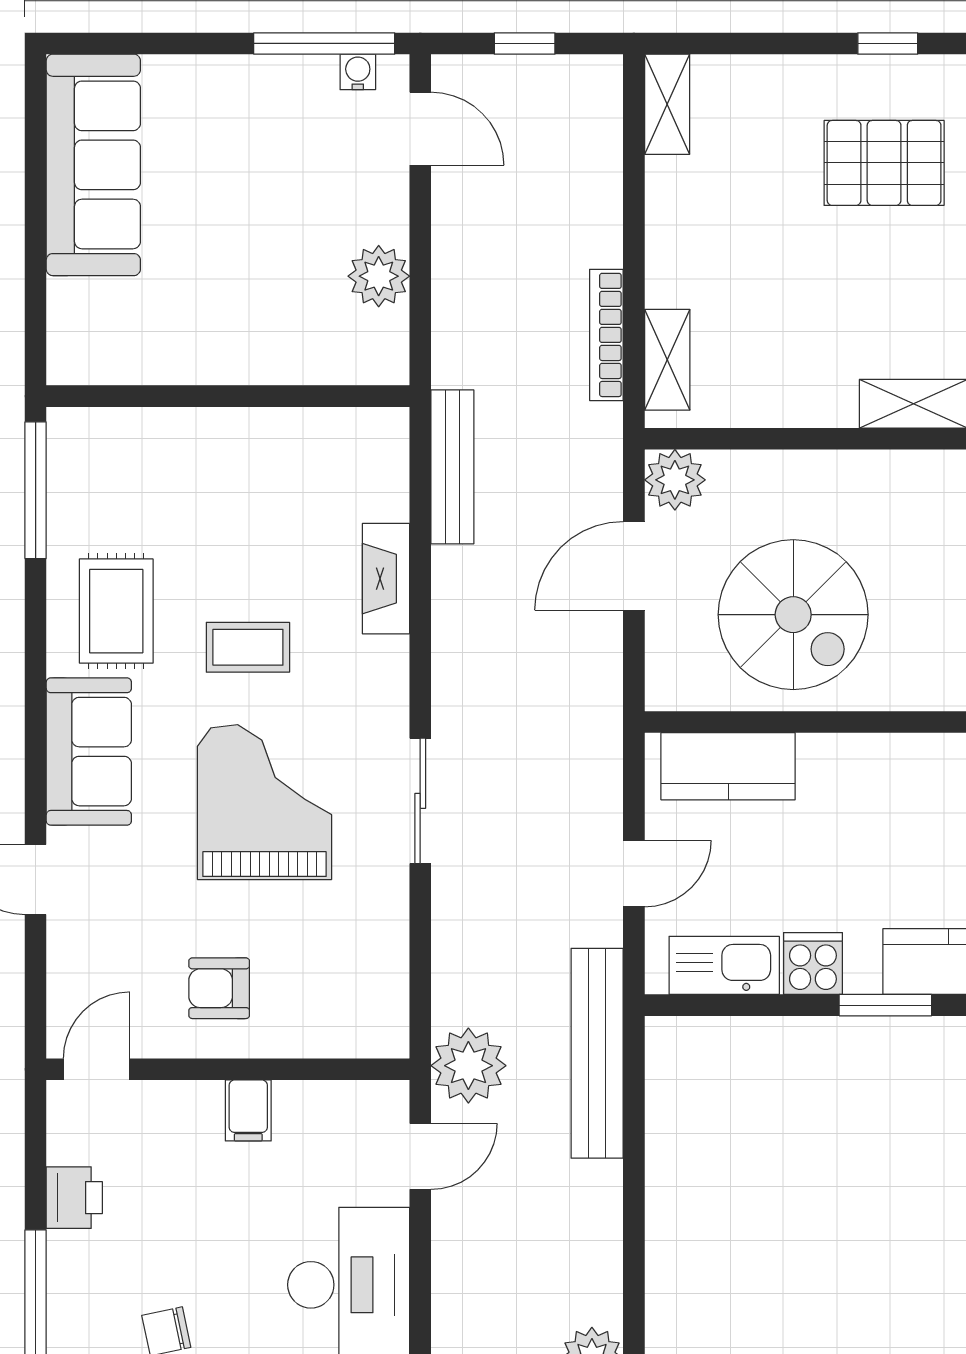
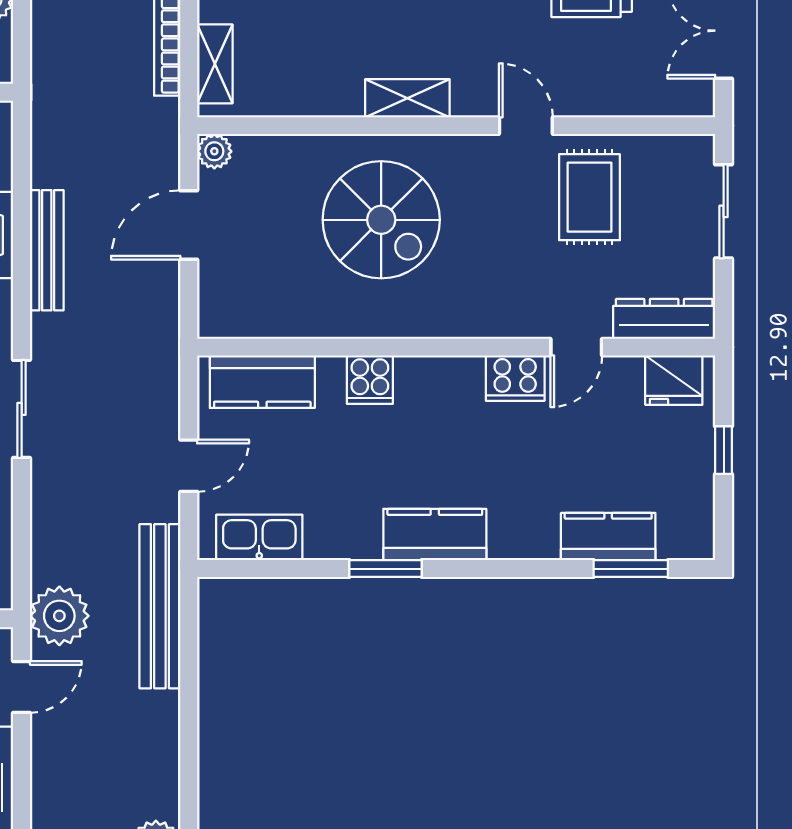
bench: (452, 467) -> (47, 250), moved
plant: (675, 480) -> (214, 151), width x0.73, depth x0.73
spiral stairs: (793, 615) -> (381, 220), moved
cooker: (813, 963) -> (370, 380), moved, turned 180

